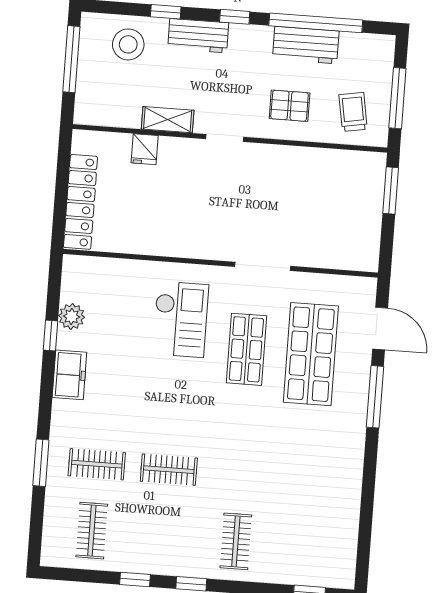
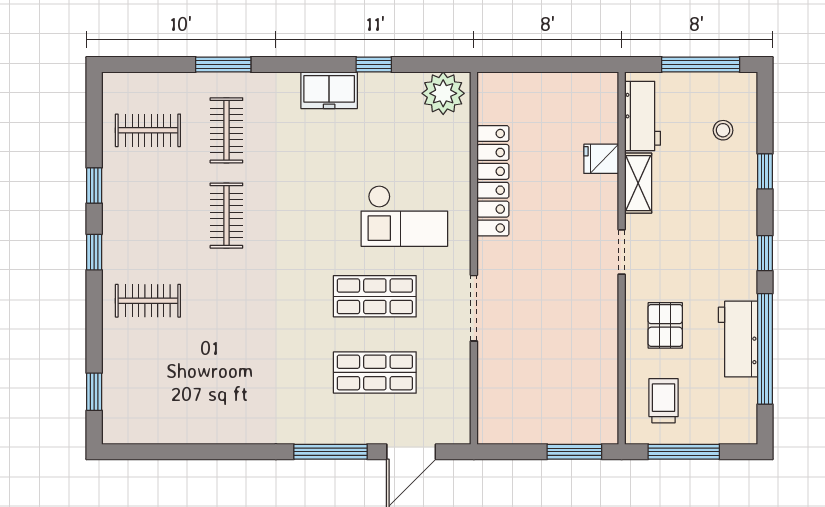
workbench: (198, 36) -> (643, 116), moved, turned 180
stool: (128, 44) -> (723, 130), width x0.53, depth x0.53
trolley: (353, 112) -> (664, 401), turned -80
locker: (81, 202) -> (493, 181), moved, turned -90
plant: (72, 316) -> (443, 93), moved, width x1.36, depth x1.36
shop shelf: (311, 354) -> (375, 372), width x0.70, depth x0.74

